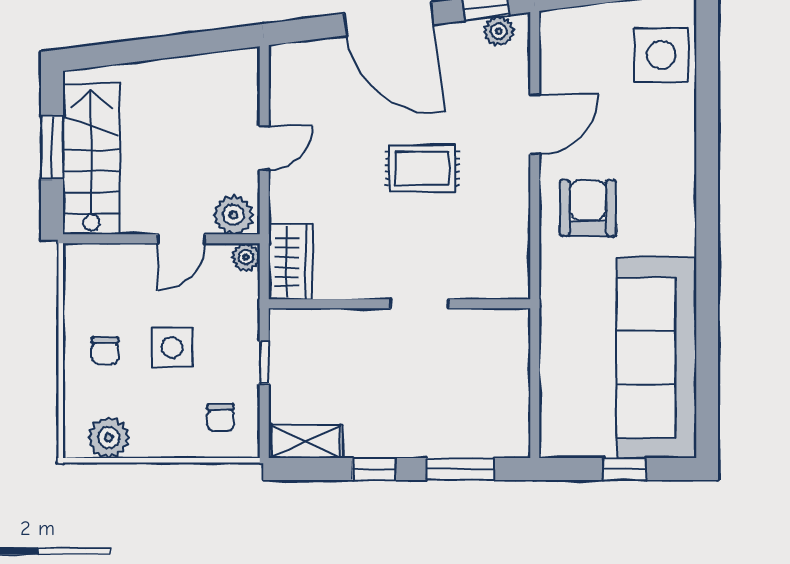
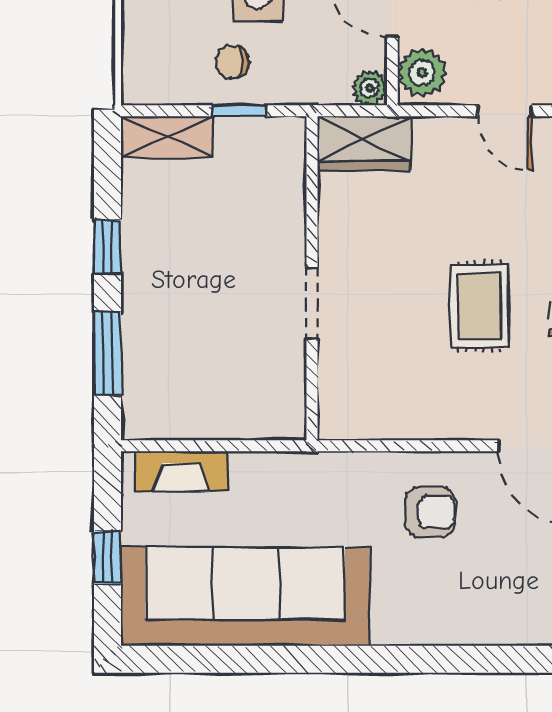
armchair: (588, 208) -> (430, 512), width x0.72, depth x0.72
fireplace: (555, 409) -> (181, 471), added
chair: (220, 418) -> (232, 62), moved
shelving: (306, 441) -> (167, 137), moved, turned 90

